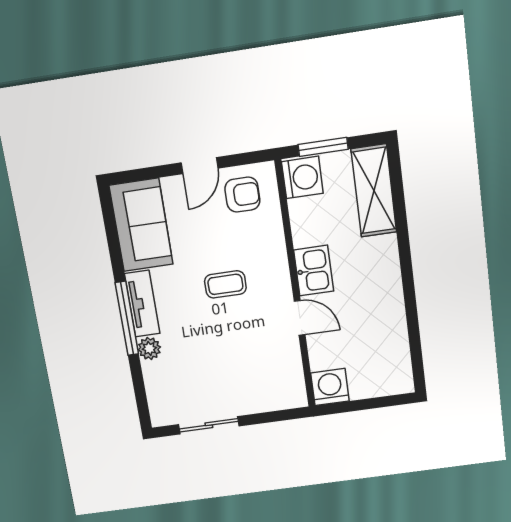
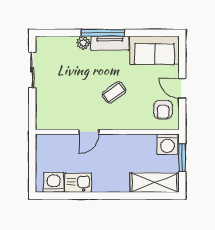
kitchen sink: (314, 270) -> (78, 183), moved, turned 180
coffee table: (225, 284) -> (114, 92), turned 54
washing machine: (330, 387) -> (54, 182), moved, turned -90

